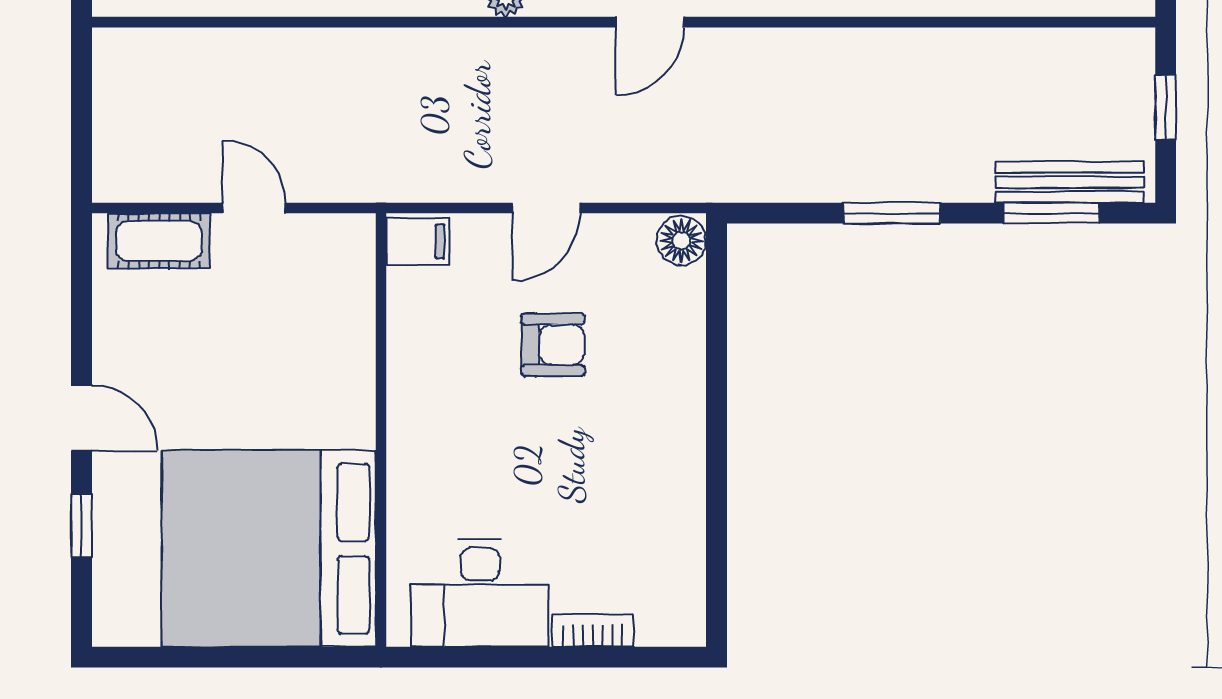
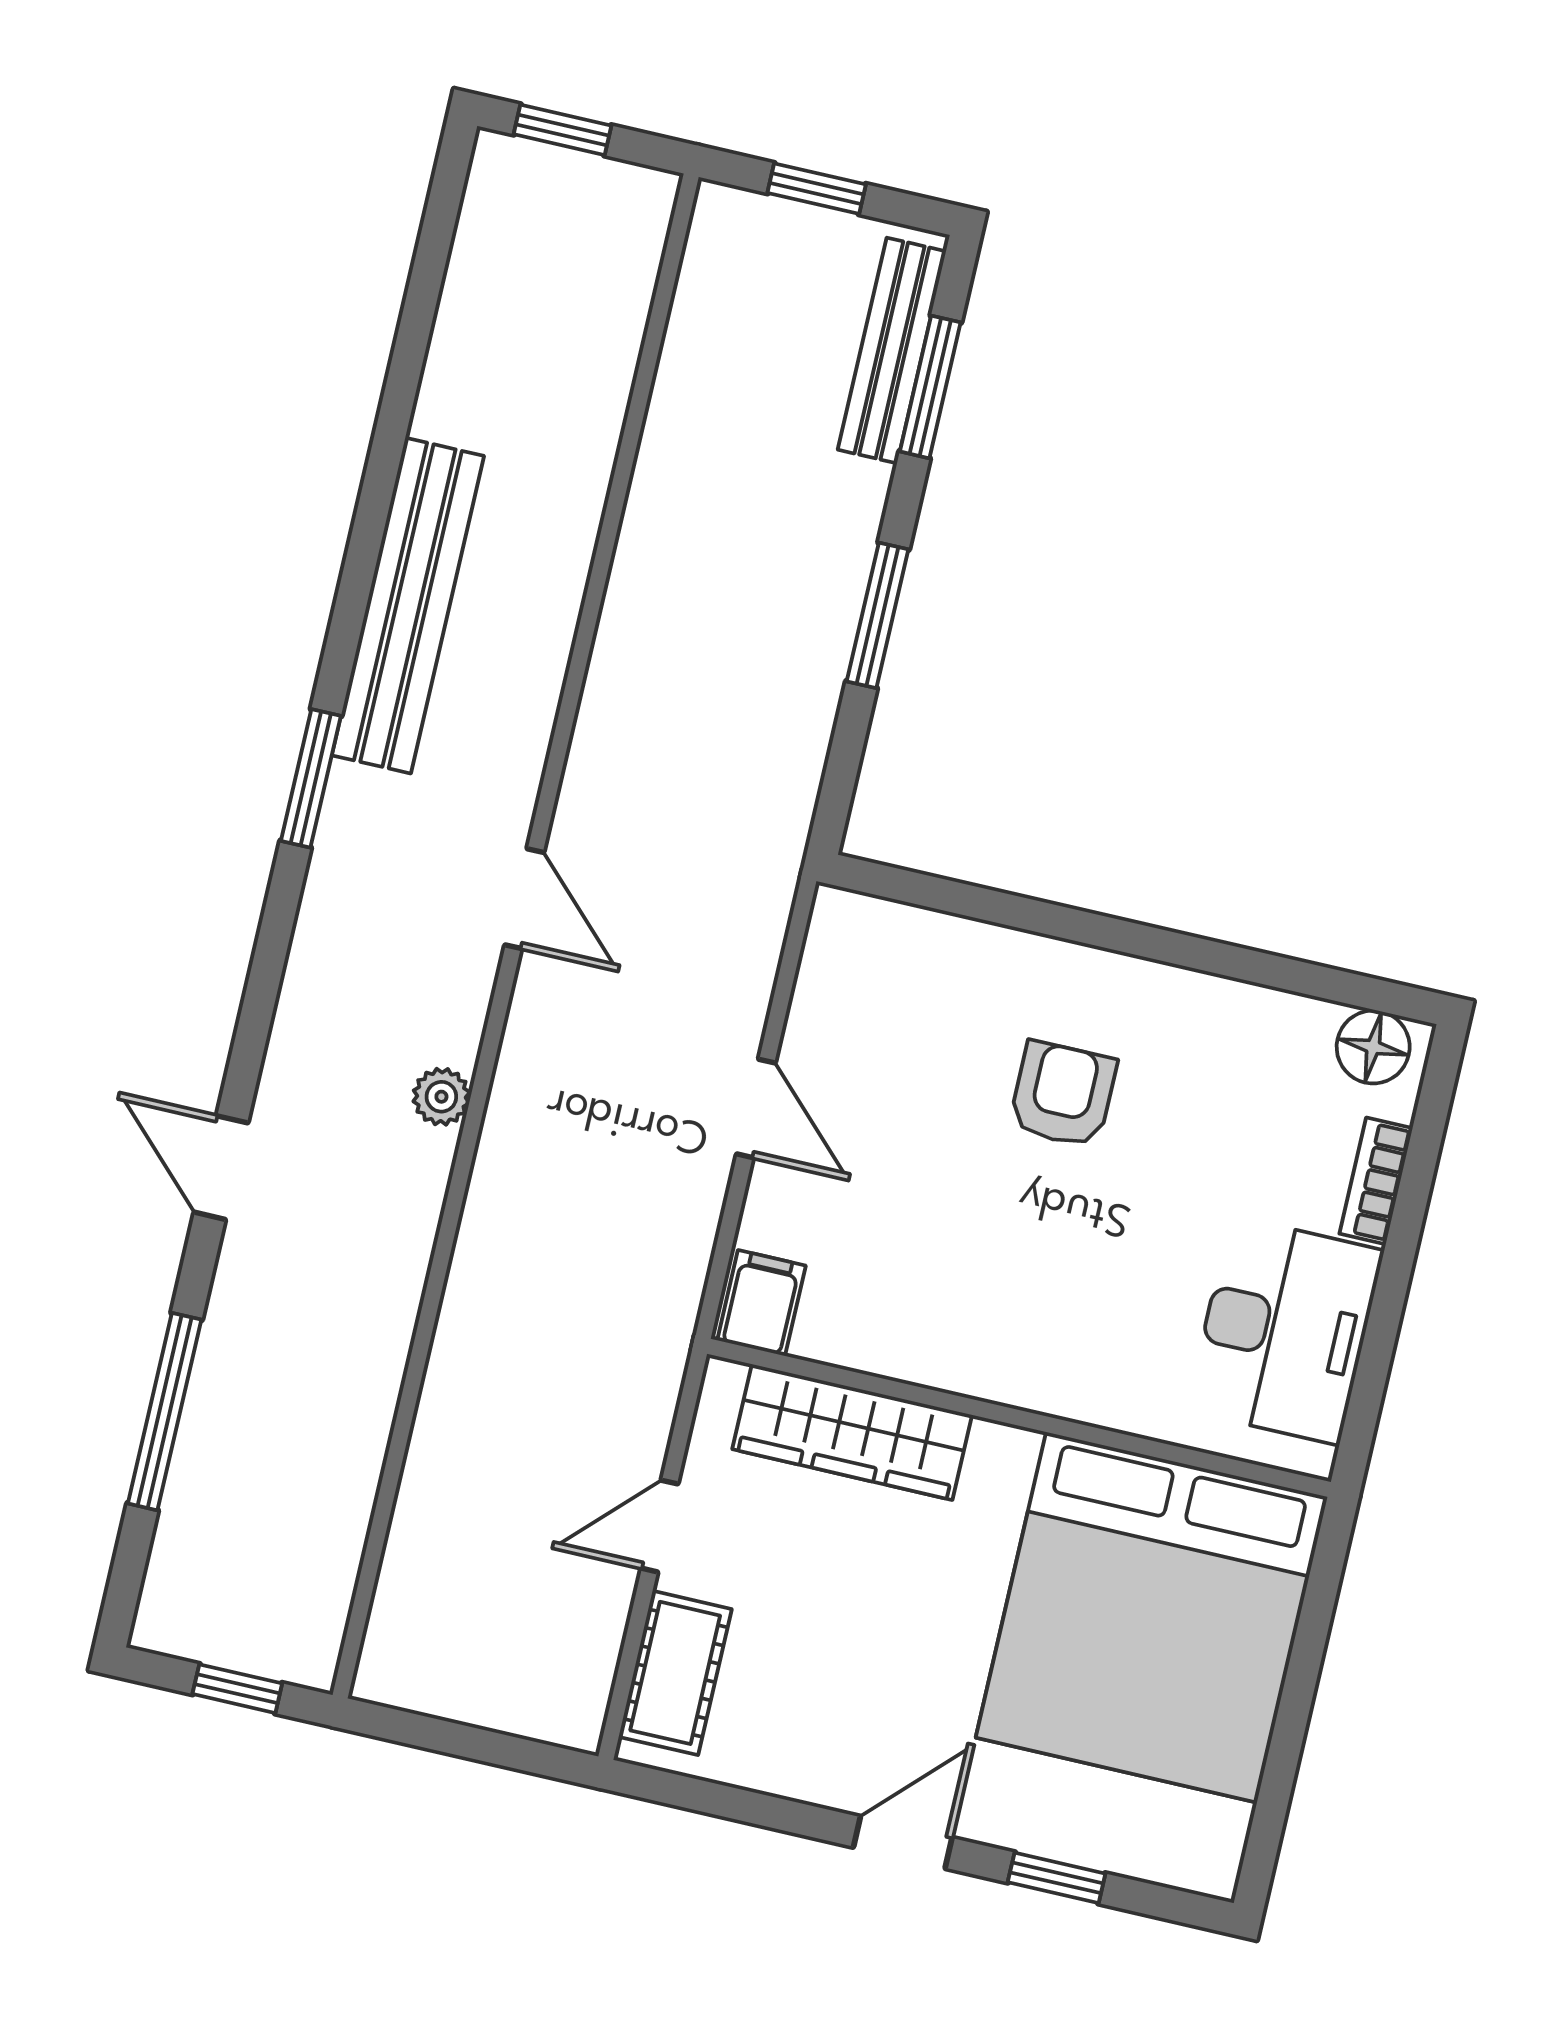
floor lamp: (681, 241) -> (1373, 1047), moved
wardrobe: (346, 321) -> (852, 1432), added
armchair: (553, 345) -> (1063, 1094), moved

